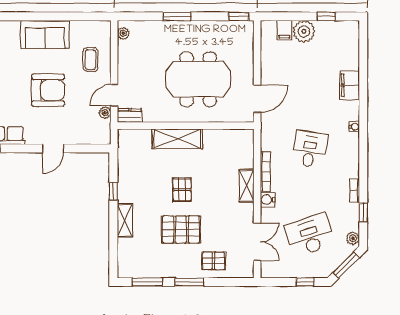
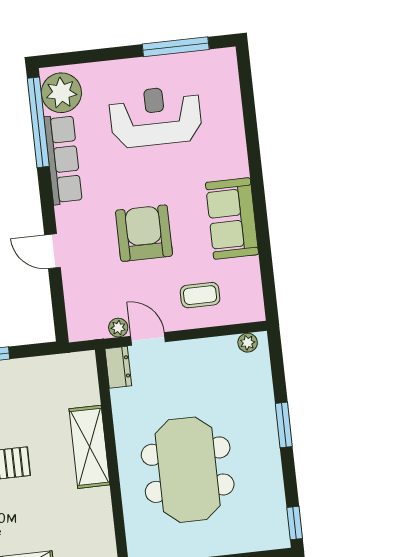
armchair: (48, 90) -> (144, 233), turned 180

